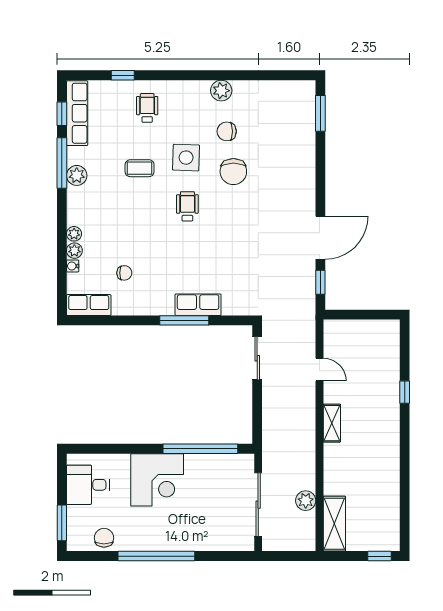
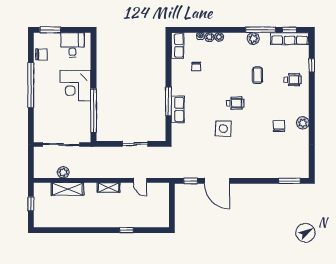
side table: (186, 158) -> (223, 129), moved
chair: (233, 172) -> (255, 130), removed
sliding door: (257, 358) -> (135, 144), moved
door: (319, 370) -> (140, 180), hinge flipped
shelving: (334, 524) -> (68, 189), moved
window: (379, 556) -> (31, 204), moved

